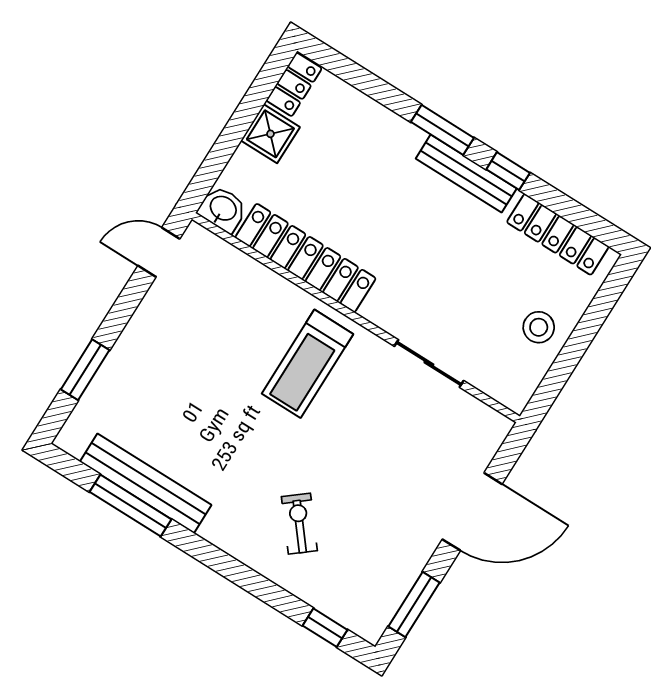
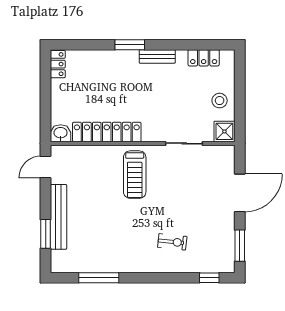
shower: (270, 134) -> (224, 131), moved
window: (508, 171) -> (167, 45), removed
bench: (466, 174) -> (157, 56), width x0.73
locker: (558, 234) -> (204, 58), width x0.66
bench: (146, 483) -> (58, 217), moved, turned 90
exercise bike: (299, 524) -> (172, 242), turned 135

